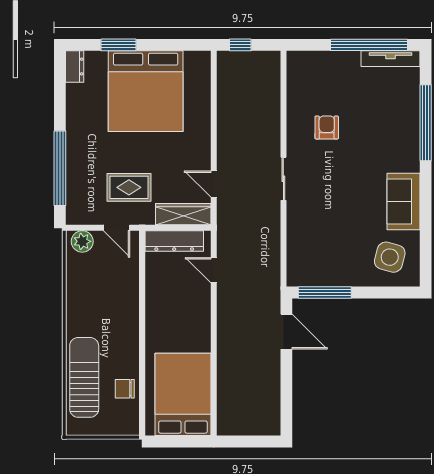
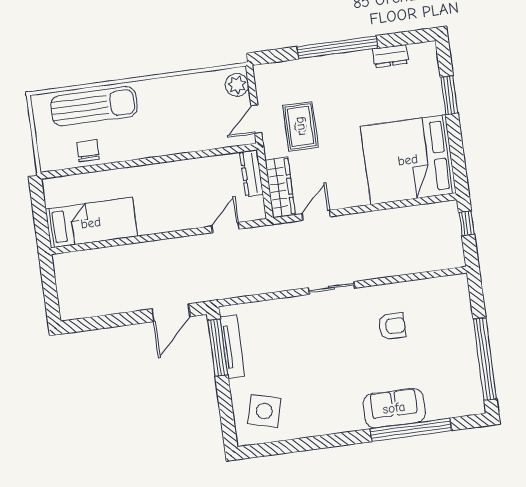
tv unit: (390, 59) -> (232, 347), moved, turned 180
dresser: (75, 67) -> (390, 56), moved
bed: (146, 91) -> (408, 160), moved
window: (60, 168) -> (337, 47), moved
sofa: (403, 201) -> (394, 408), moved
dresser: (174, 241) -> (252, 173), width x0.73, depth x0.80
bed: (183, 394) -> (91, 223), width x0.67

